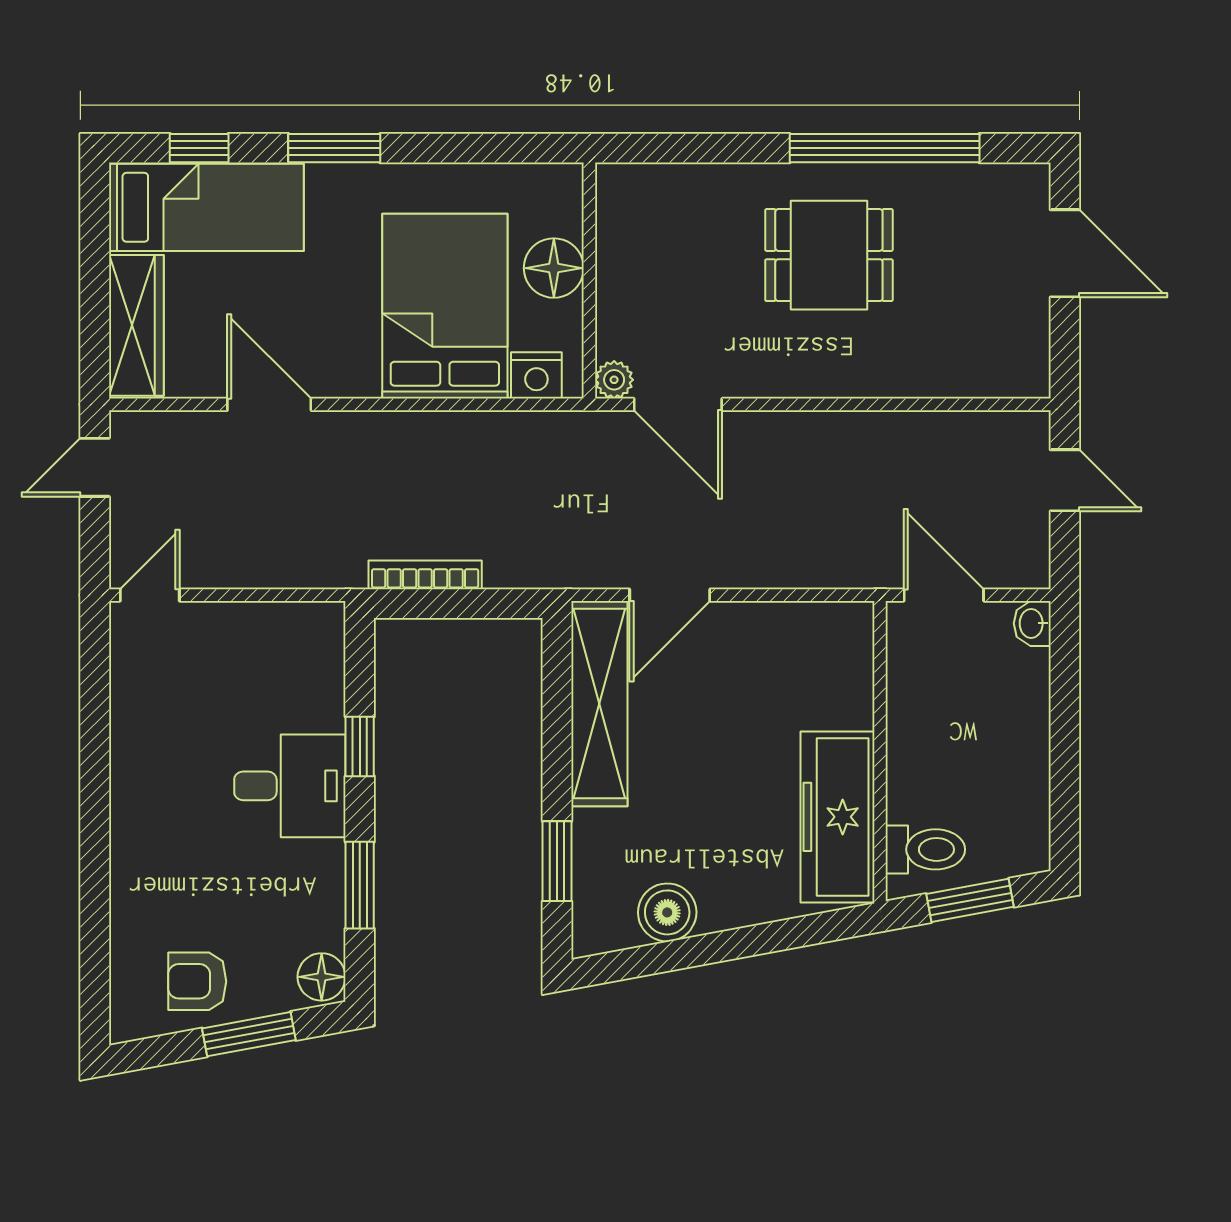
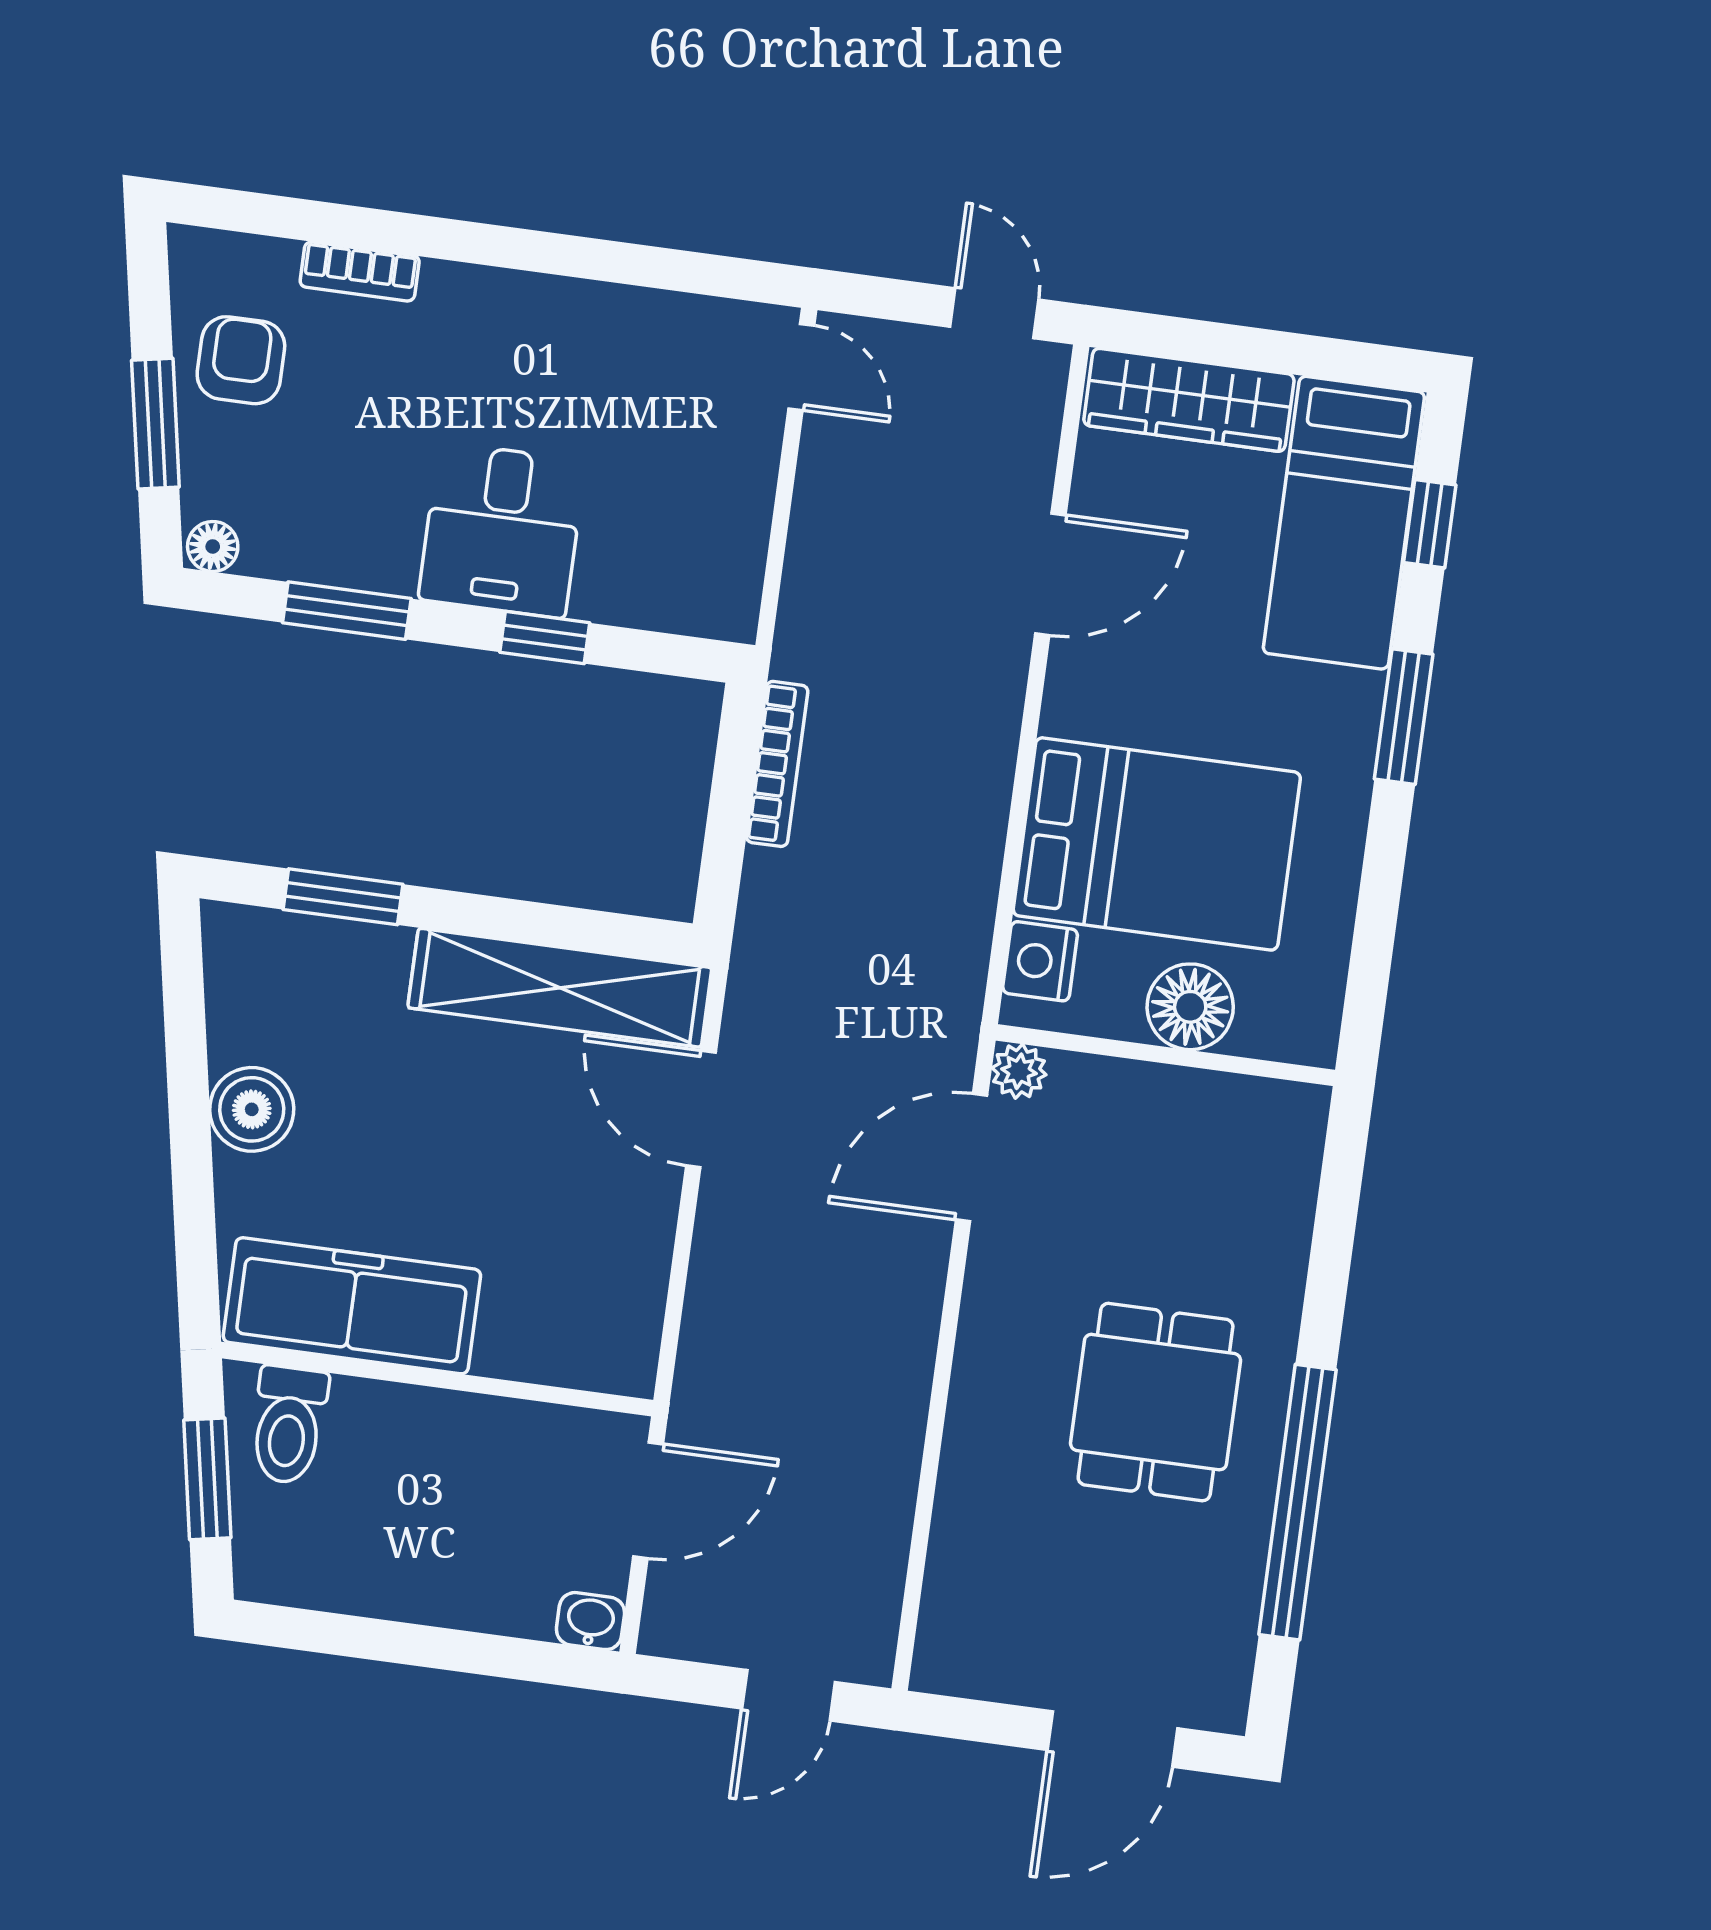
bookcase: (125, 908) -> (360, 271), added
boiler: (667, 912) -> (252, 1109), moved
floor lamp: (322, 977) -> (213, 546), width x0.73, depth x0.73

